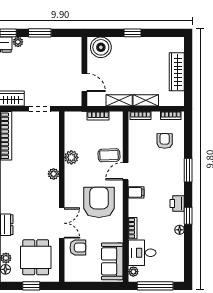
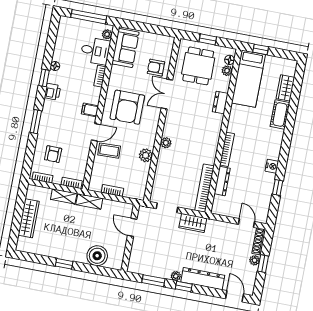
wall: (84, 72) -> (130, 238), moved
door: (84, 83) -> (132, 227), moved

